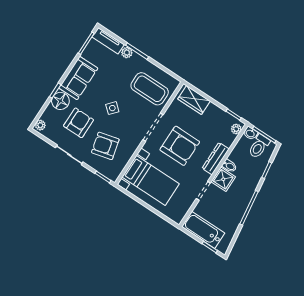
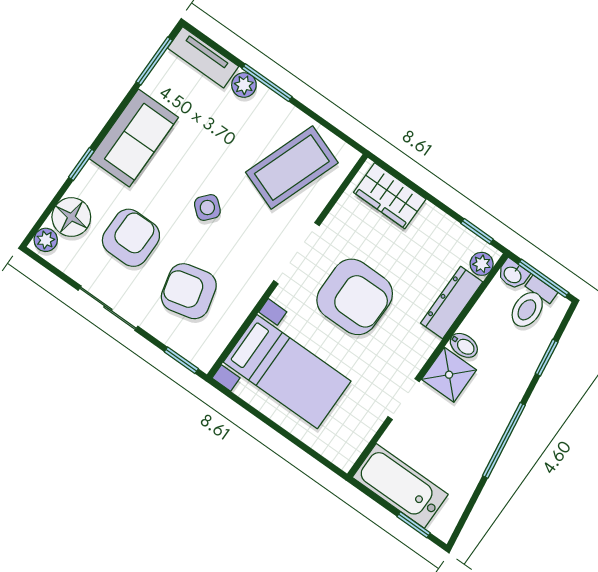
coffee table: (150, 89) -> (292, 168), turned -70
floor lamp: (60, 101) -> (71, 217), moved
dresser: (216, 159) -> (452, 302), moved

